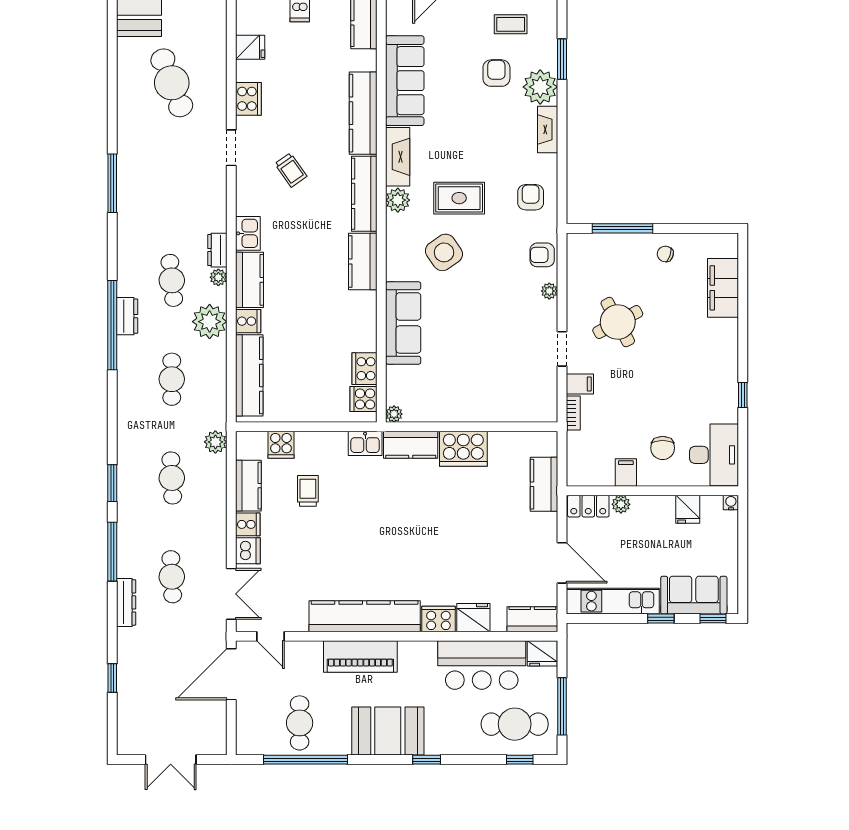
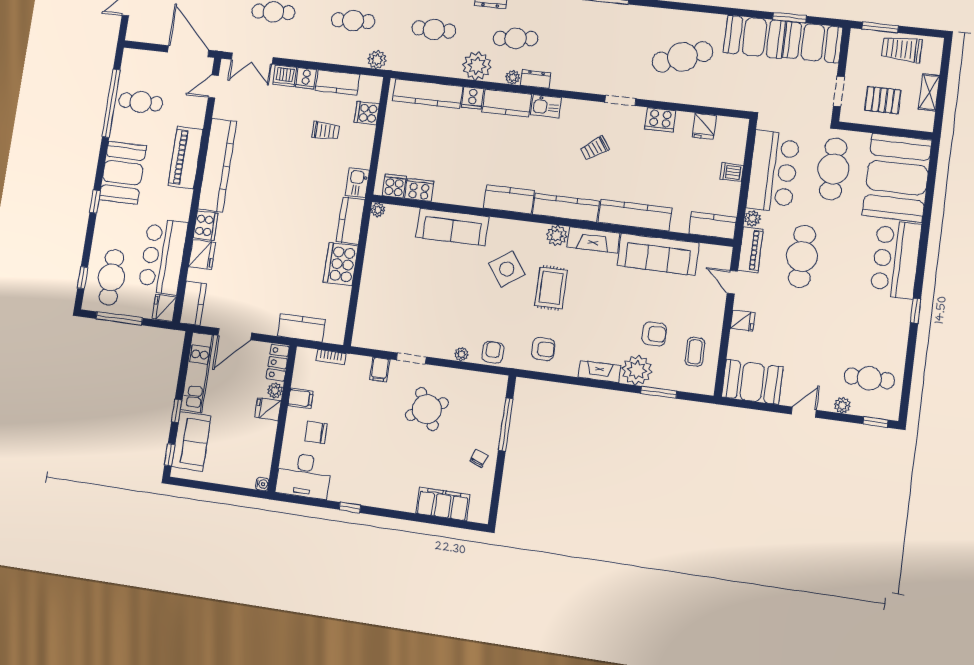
bookcase: (573, 413) -> (331, 357), moved
fridge: (688, 509) -> (268, 409), moved

